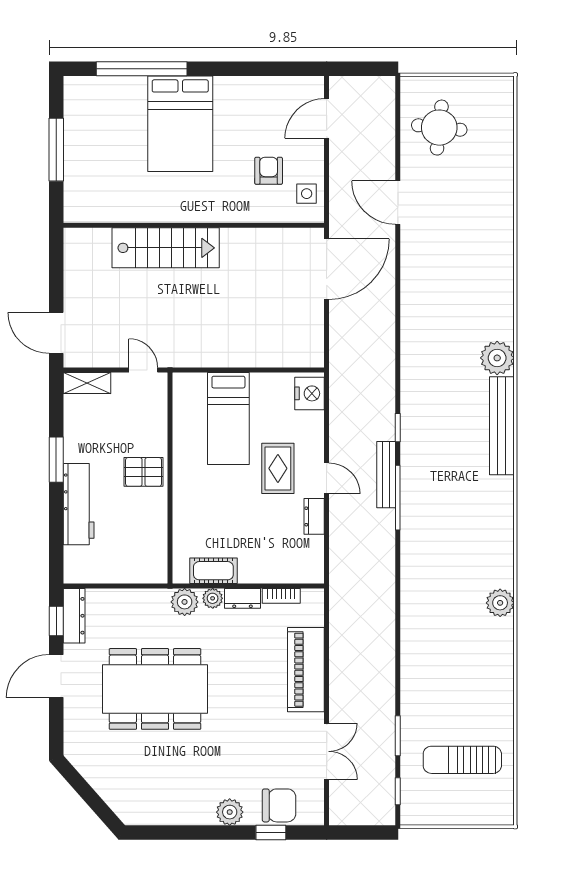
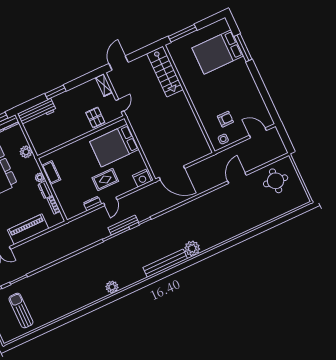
window: (142, 69) -> (243, 48), width x0.68
bed: (180, 124) -> (218, 52), moved
window: (56, 150) -> (183, 33), moved
stairs: (166, 248) -> (165, 72), moved
door: (327, 269) -> (172, 173), moved
bed: (228, 418) -> (114, 145), width x1.50
window: (56, 460) -> (55, 92), moved
pallet: (144, 472) -> (95, 118), moved
workbench: (79, 504) -> (37, 112), moved
plant: (185, 602) -> (26, 152), moved
plant: (500, 603) -> (112, 287), moved

